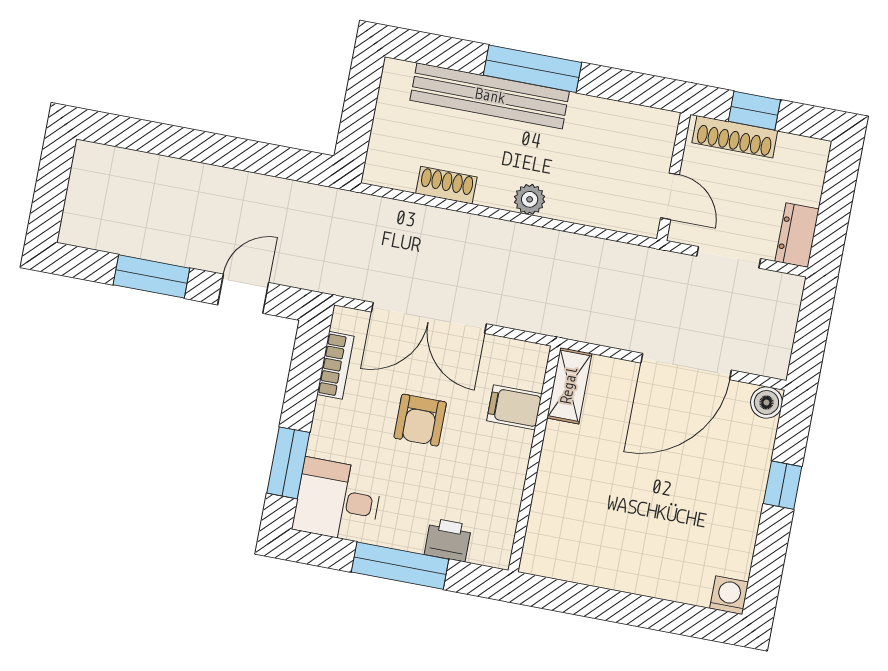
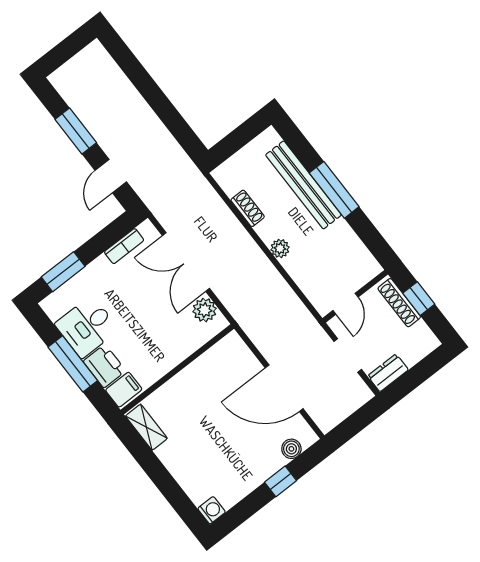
door: (243, 294) -> (111, 176), swing flipped
plant: (504, 357) -> (205, 310), added
shelving: (569, 386) -> (146, 427), moved, turned 90
boiler: (766, 402) -> (291, 449), moved
filing cabinet: (514, 407) -> (124, 390), moved, turned 90
armchair: (420, 420) -> (141, 305), removed
desk: (338, 500) -> (87, 327), moved, turned -90
printer: (448, 540) -> (104, 366), width x1.36, depth x1.24

